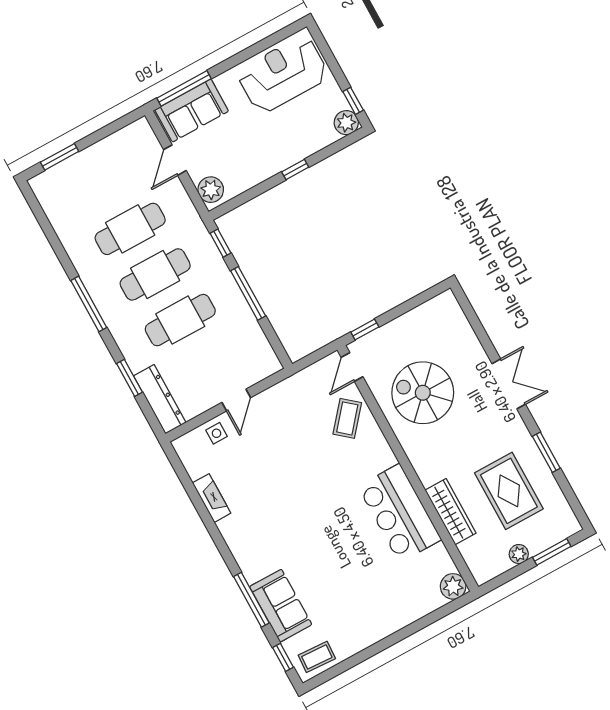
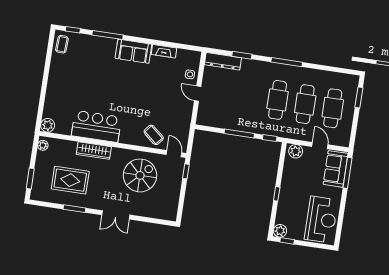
cafe table: (180, 320) -> (333, 108), moved
wardrobe: (450, 512) -> (94, 151), moved
plant: (519, 554) -> (43, 145), moved
sofa: (281, 606) -> (133, 51), moved

